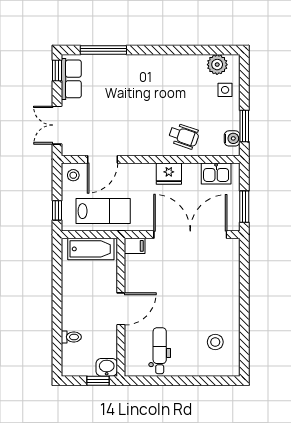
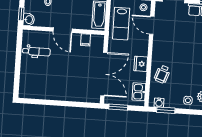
filing cabinet: (135, 246) -> (86, 40), moved
stool: (215, 342) -> (39, 85), removed

